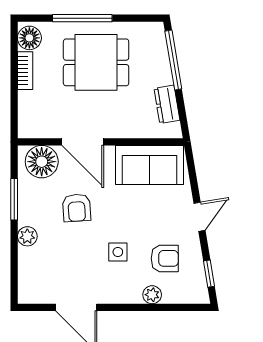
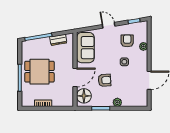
floor lamp: (29, 38) -> (29, 101), removed
dining table: (96, 62) -> (39, 72), turned 90

